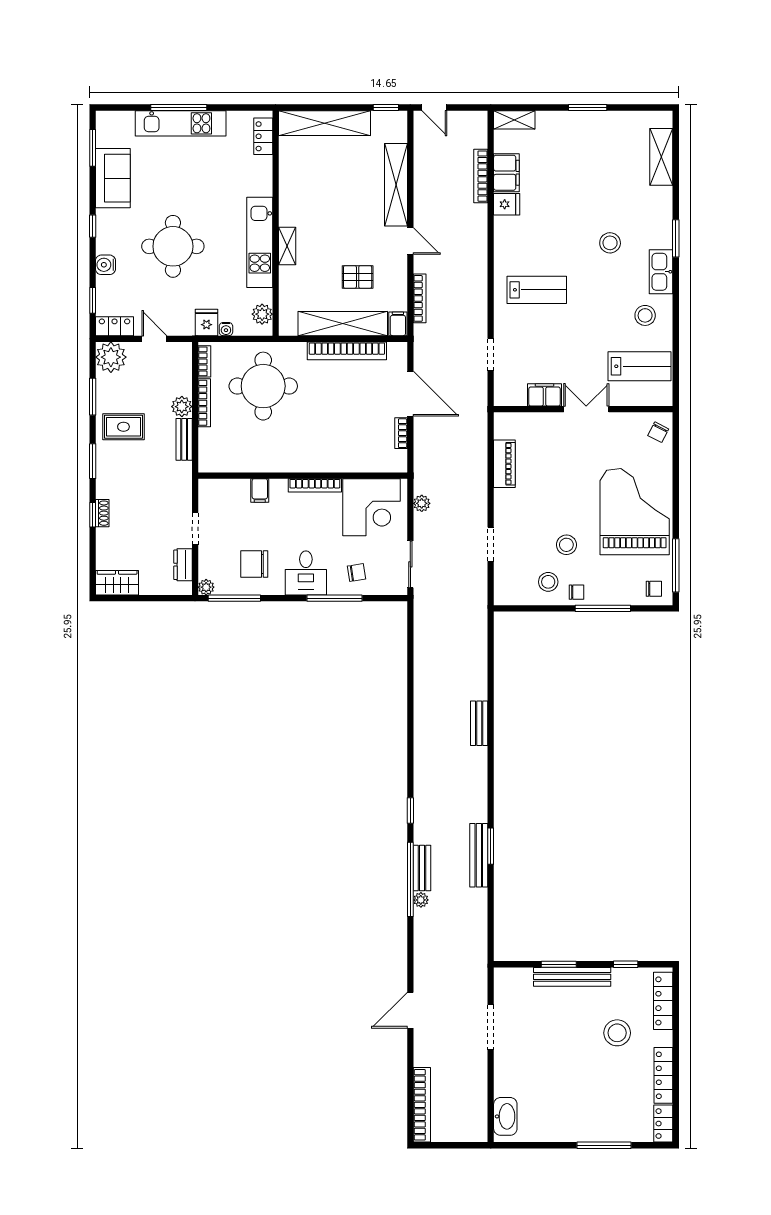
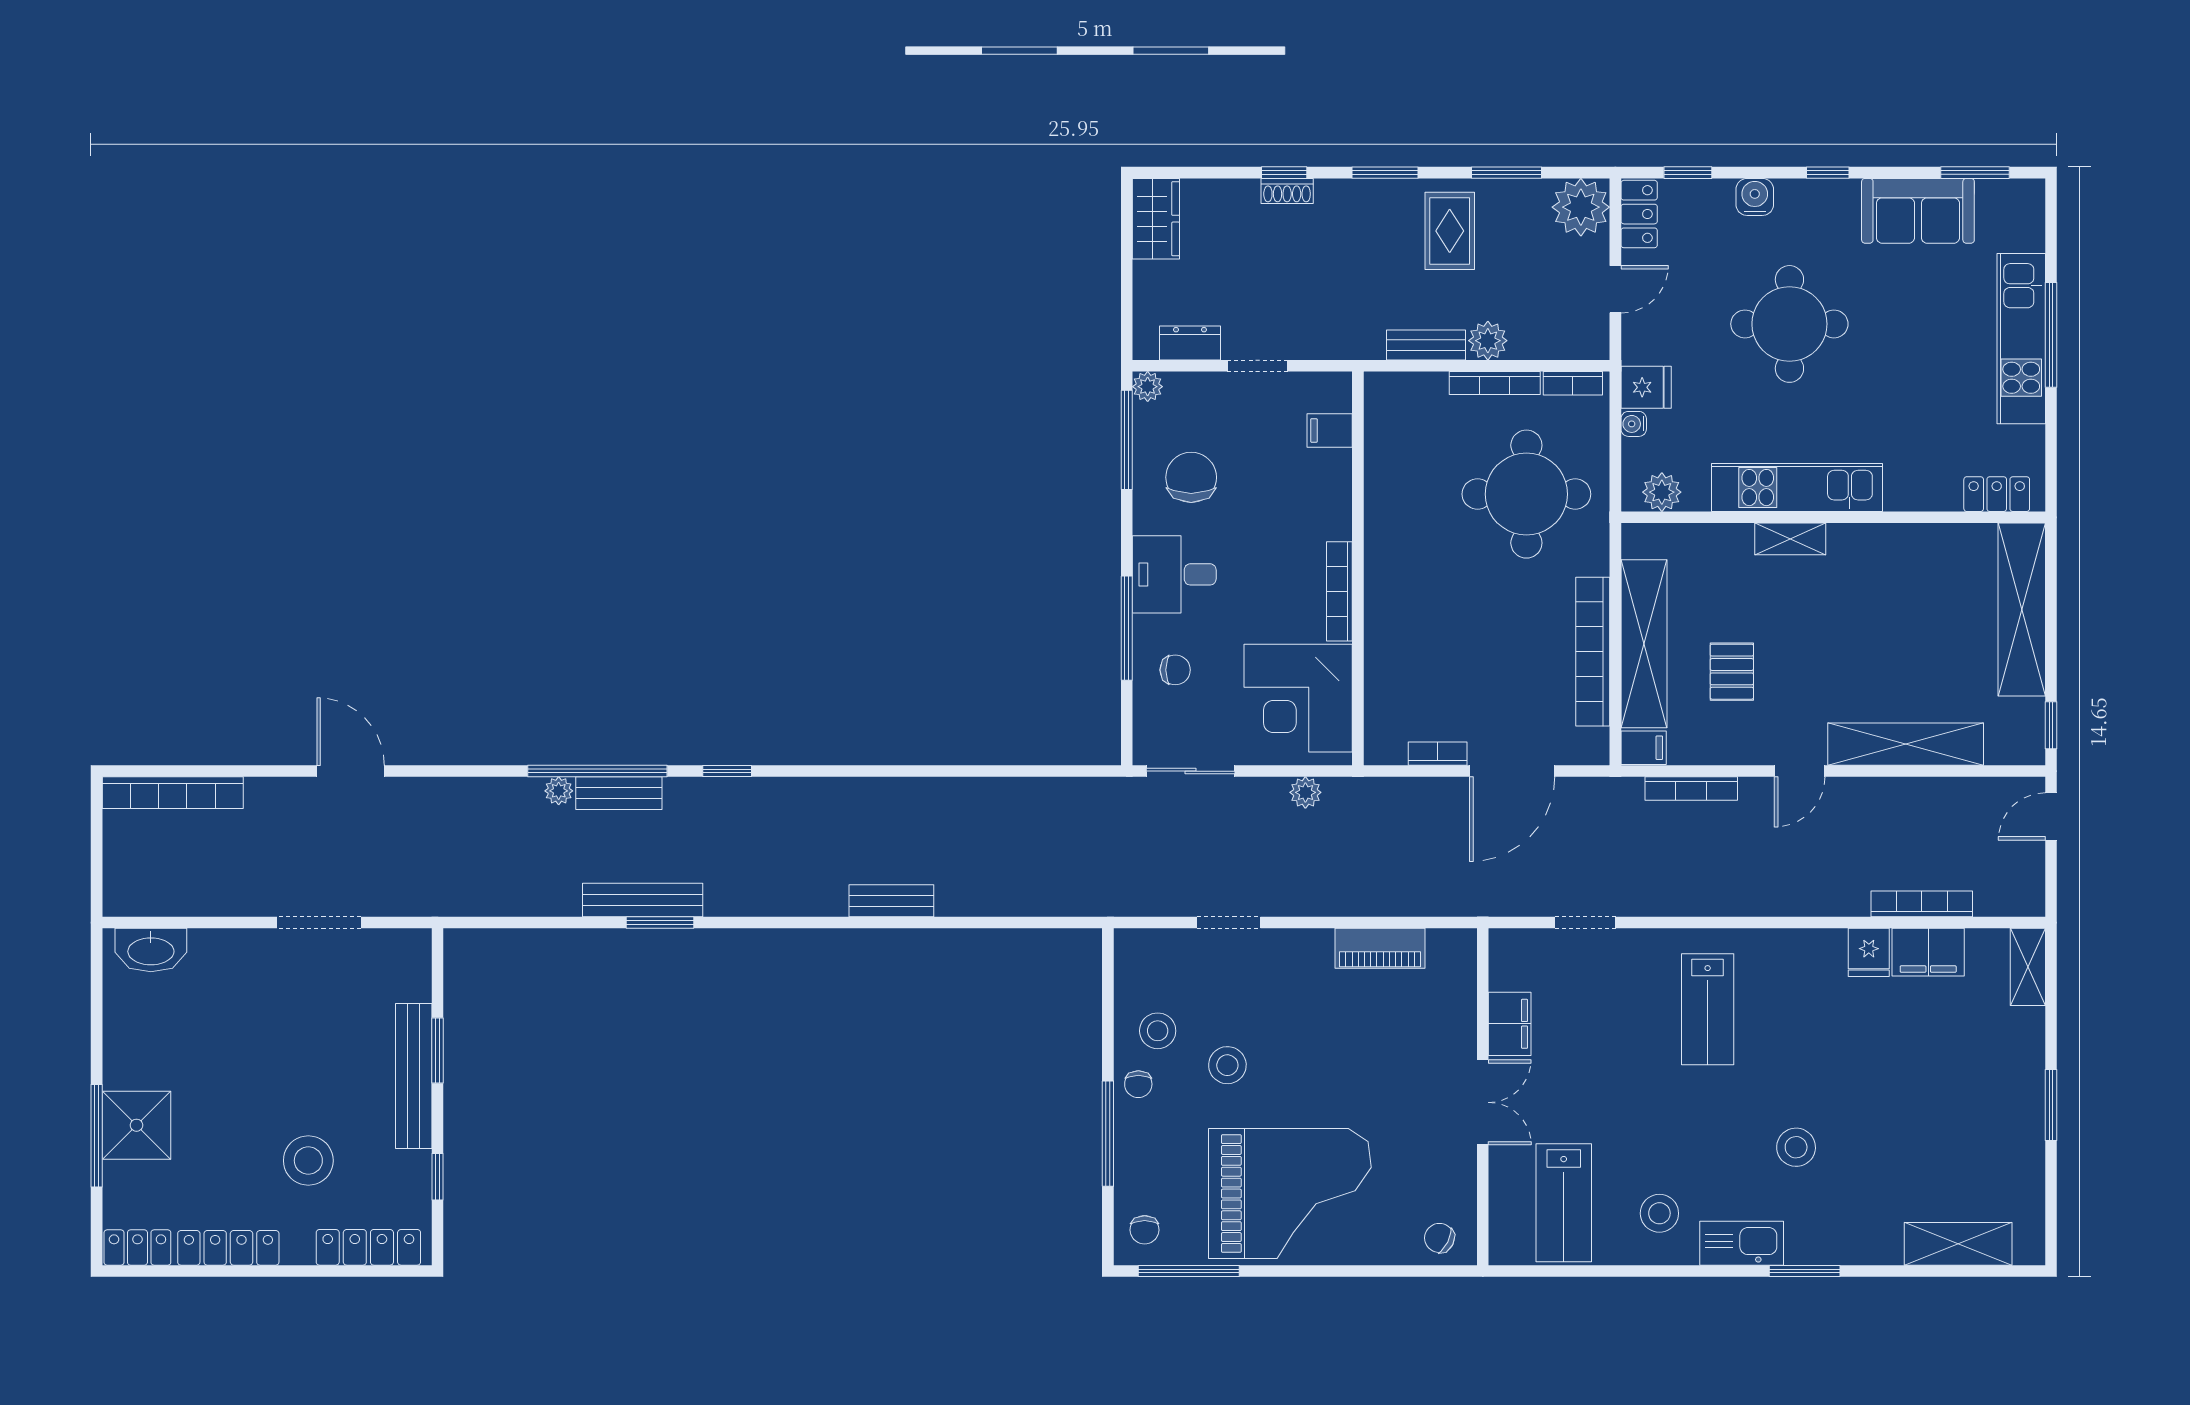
filing cabinet: (260, 491) -> (1330, 430), moved
chair: (357, 573) -> (1175, 670), turned -81
shower: (598, 1124) -> (136, 1125), added

